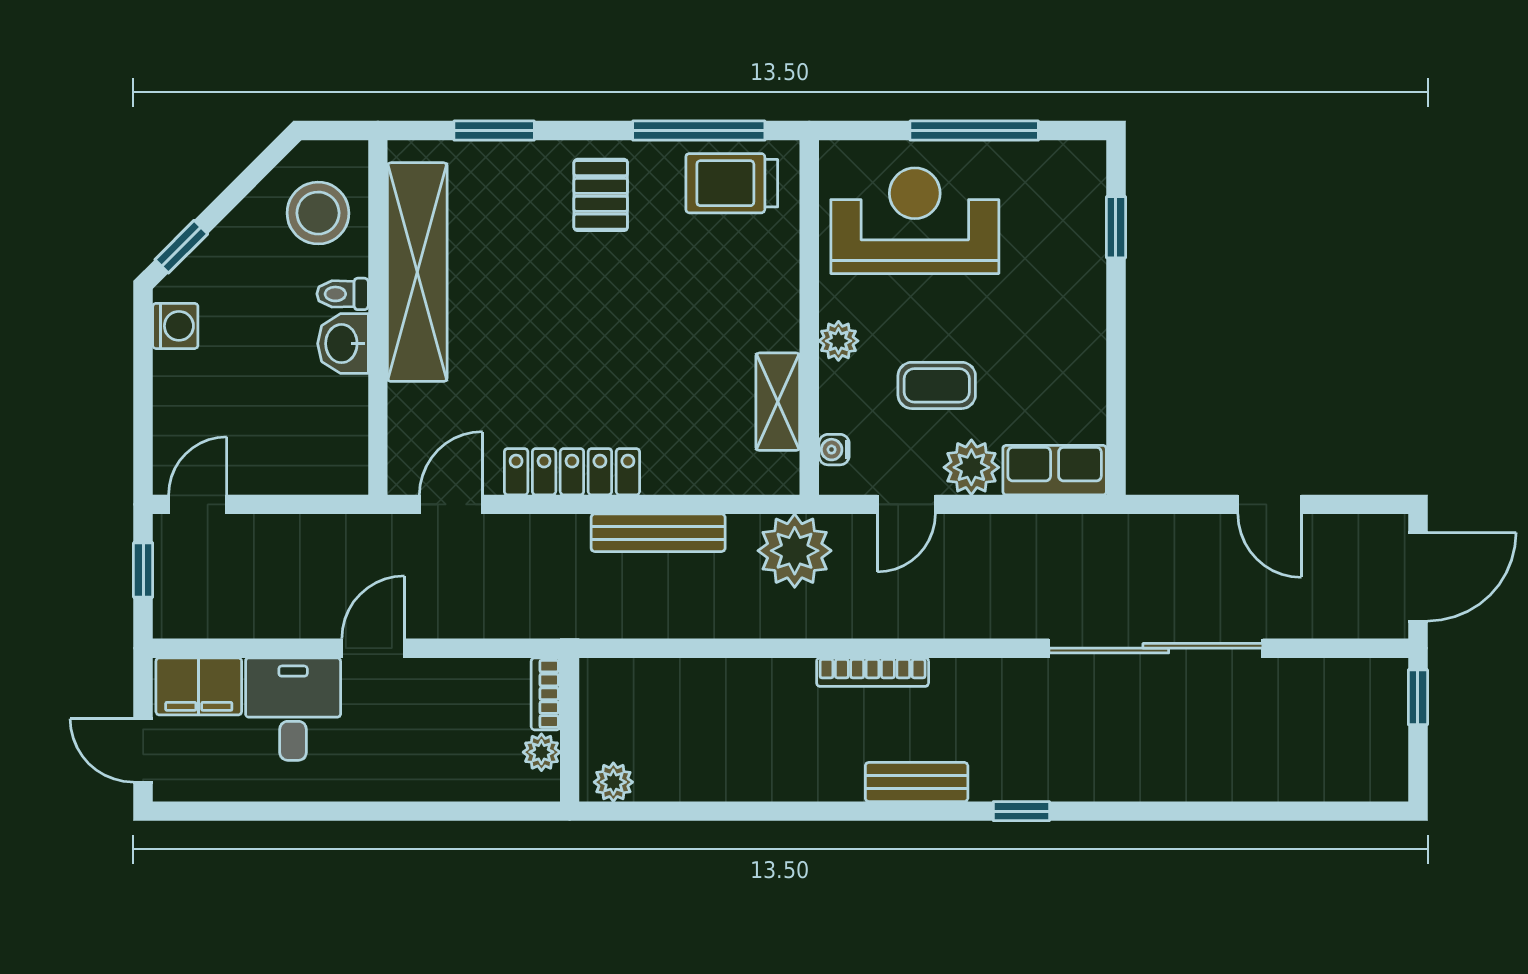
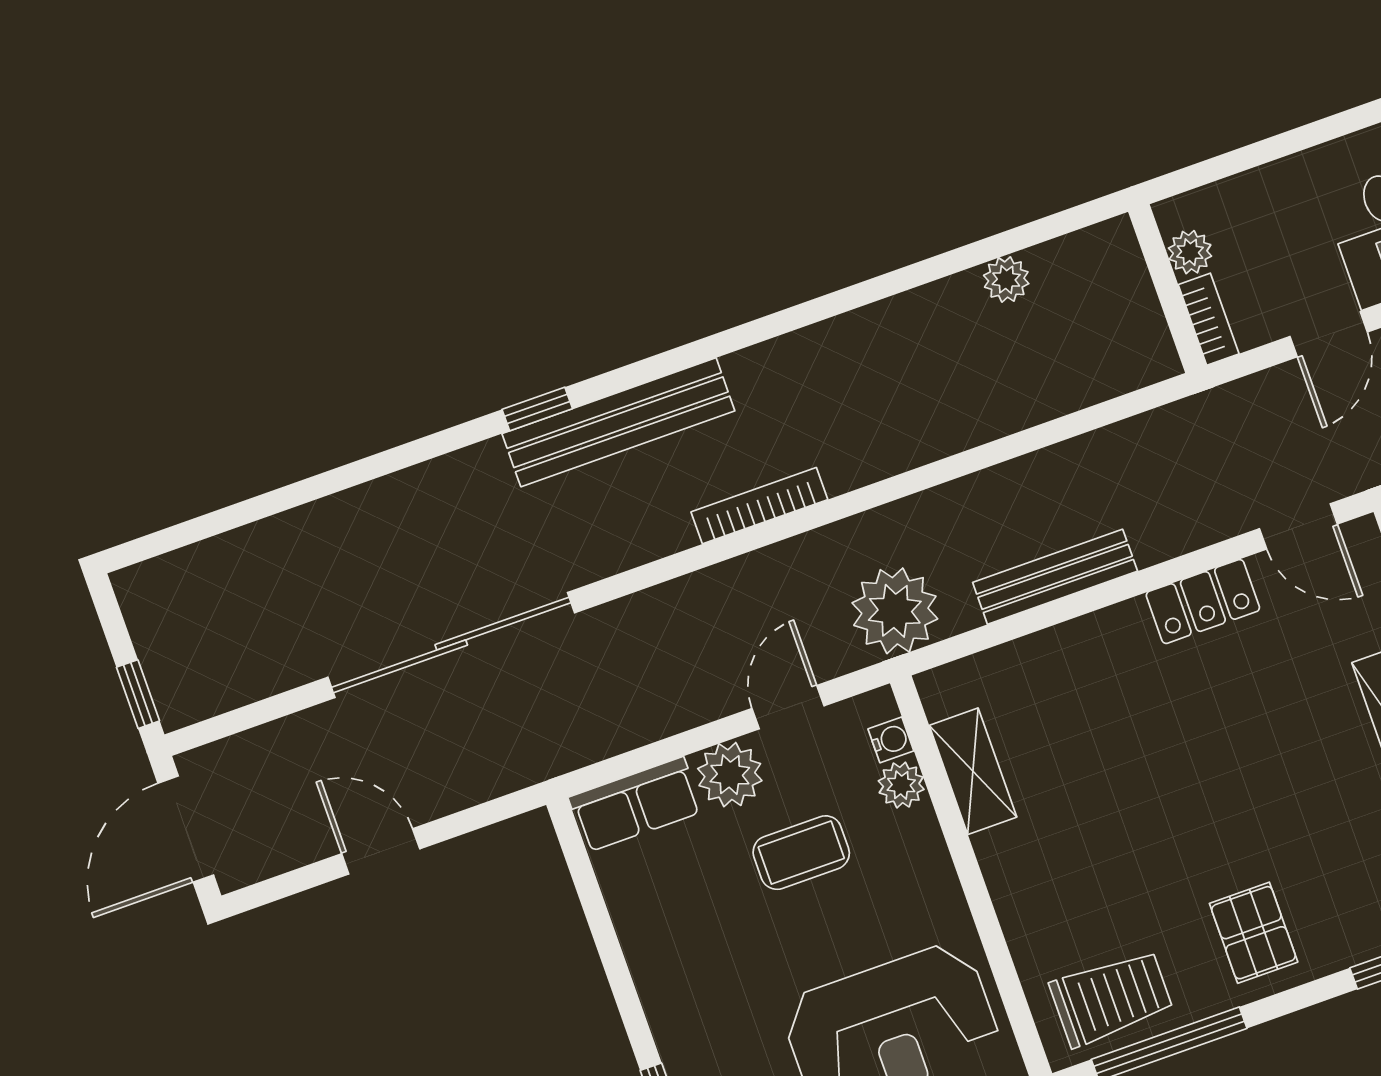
plant: (838, 341) -> (901, 785), moved
locker: (572, 472) -> (1203, 601), width x0.66
door: (451, 504) -> (1298, 526), hinge flipped
bookcase: (546, 694) -> (1209, 319), moved
wall: (570, 730) -> (1167, 289), moved
plant: (541, 752) -> (1190, 252), moved
bench: (917, 782) -> (618, 422), width x1.86, depth x1.21

